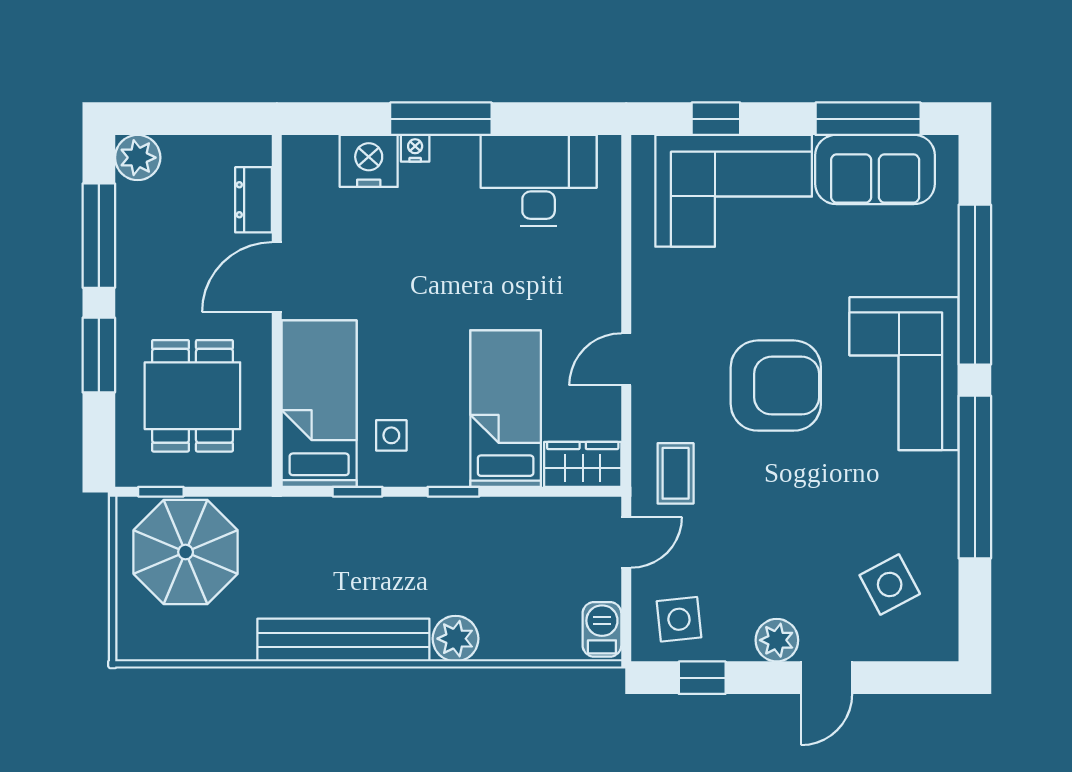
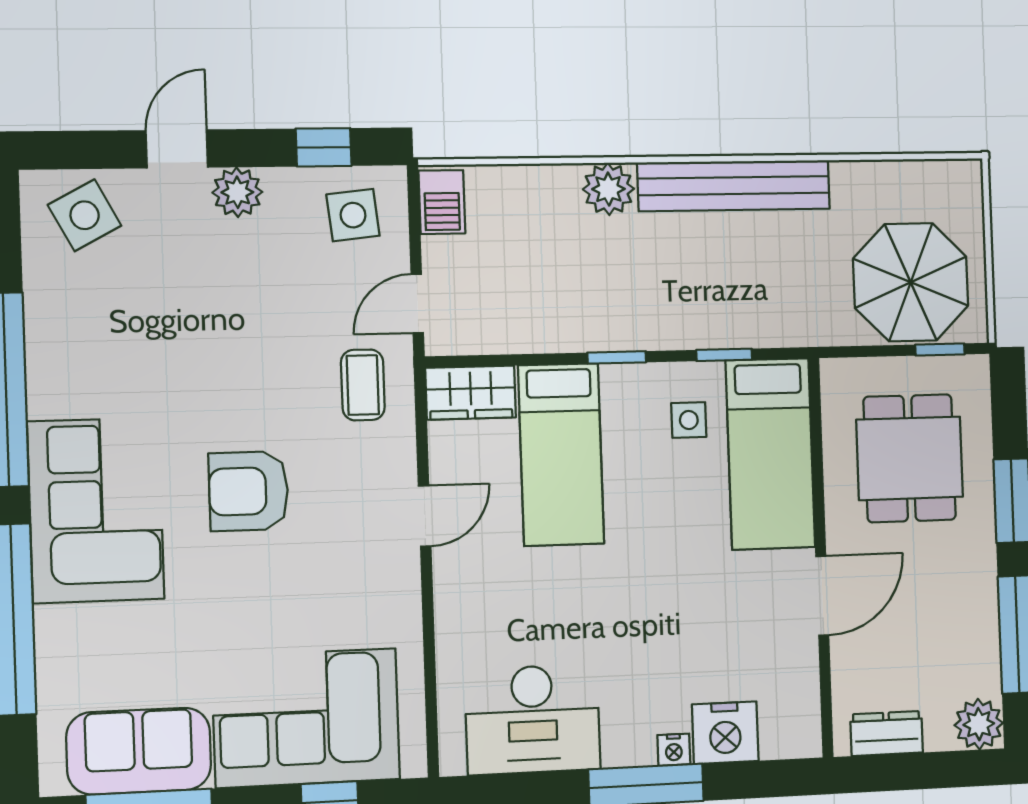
dresser: (254, 200) -> (887, 733), moved, turned -90
armchair: (776, 386) -> (249, 491), width x0.73, depth x0.73
side table: (890, 584) -> (85, 215), moved

